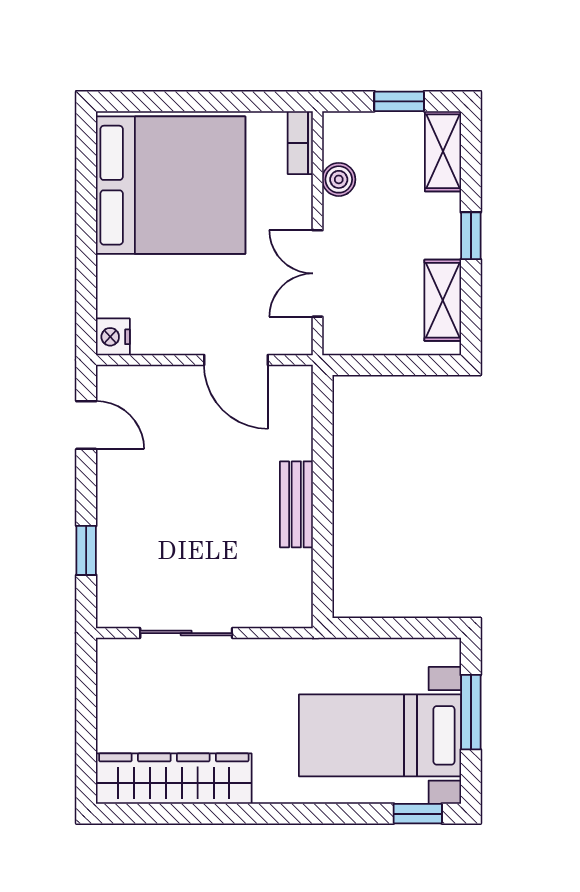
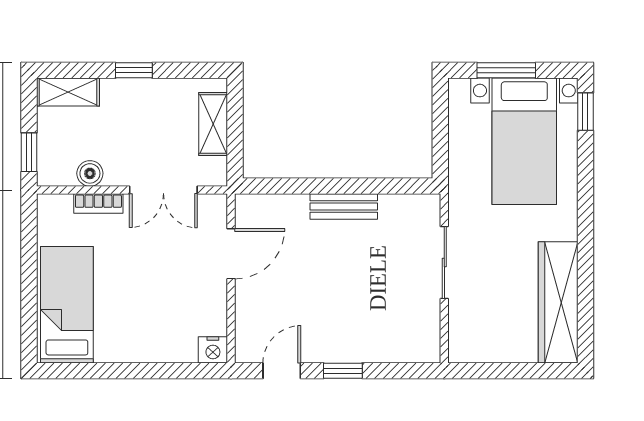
window: (399, 101) -> (29, 152), moved
bookcase: (300, 143) -> (98, 204), moved
bed: (171, 185) -> (67, 305), width x0.49
shelving: (443, 300) -> (213, 124), moved, turned 90
window: (86, 550) -> (343, 371), moved
sliding door: (186, 633) -> (444, 263), moved

